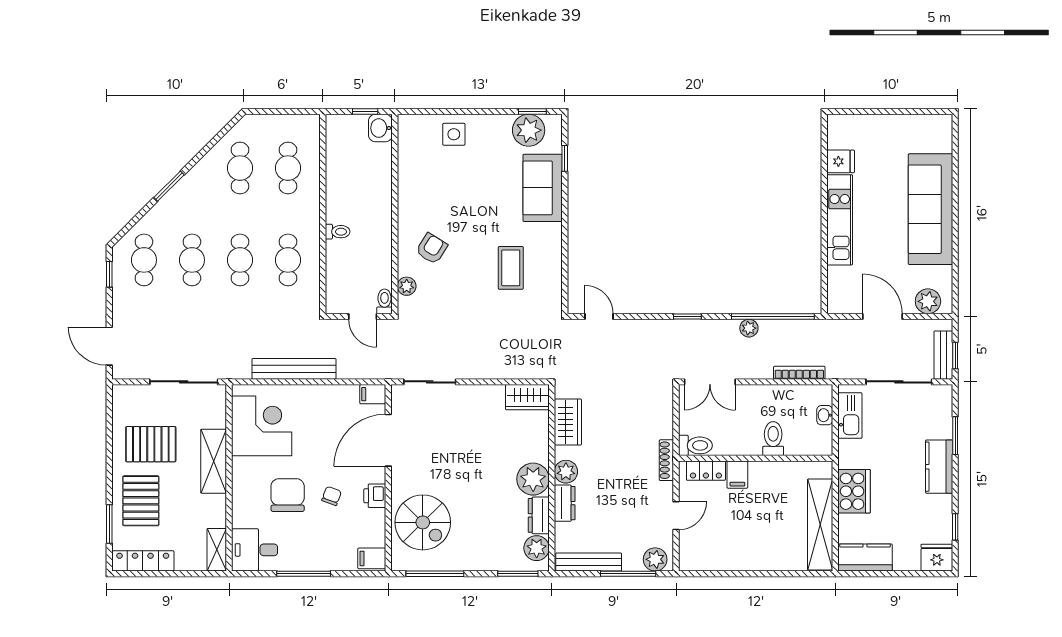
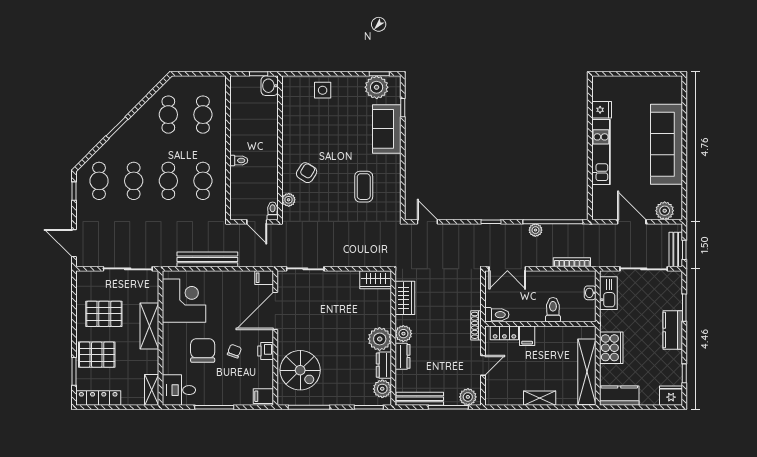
pallet: (141, 501) -> (97, 355), turned 90
shelving: (755, 561) -> (540, 398), added

